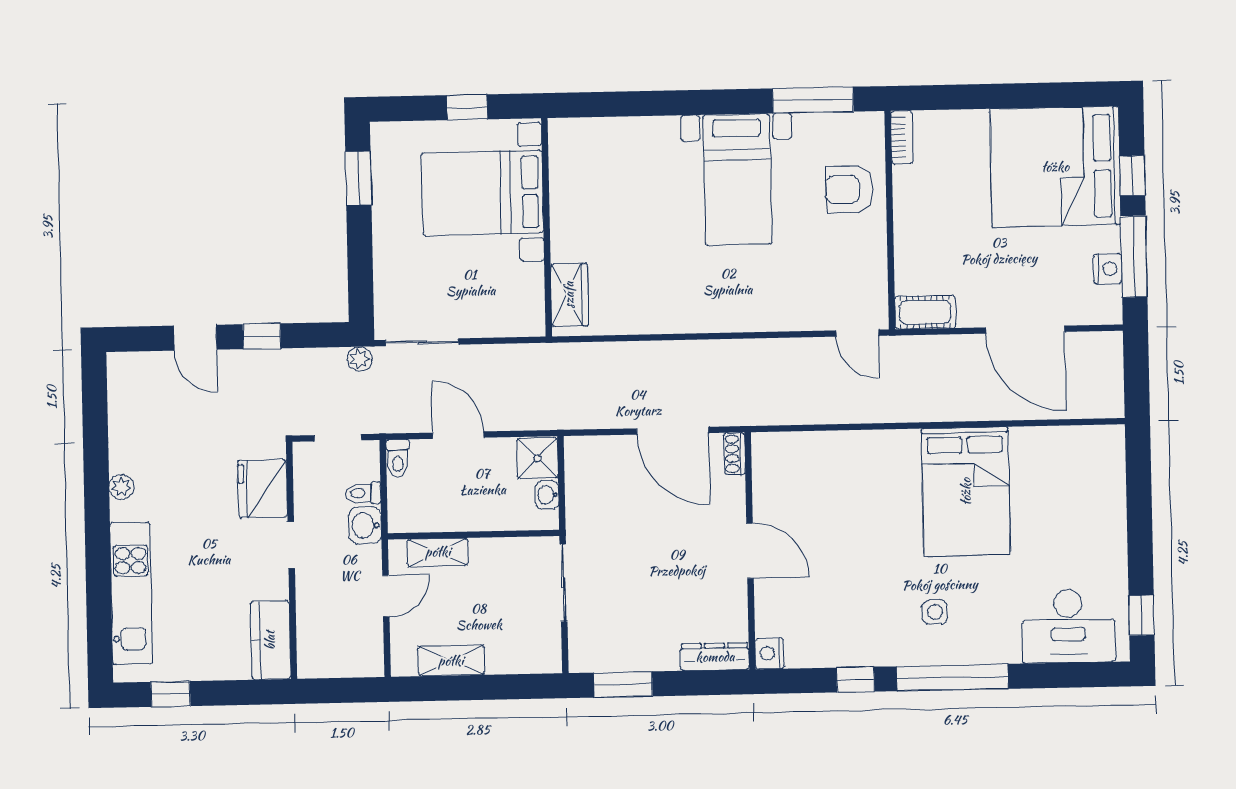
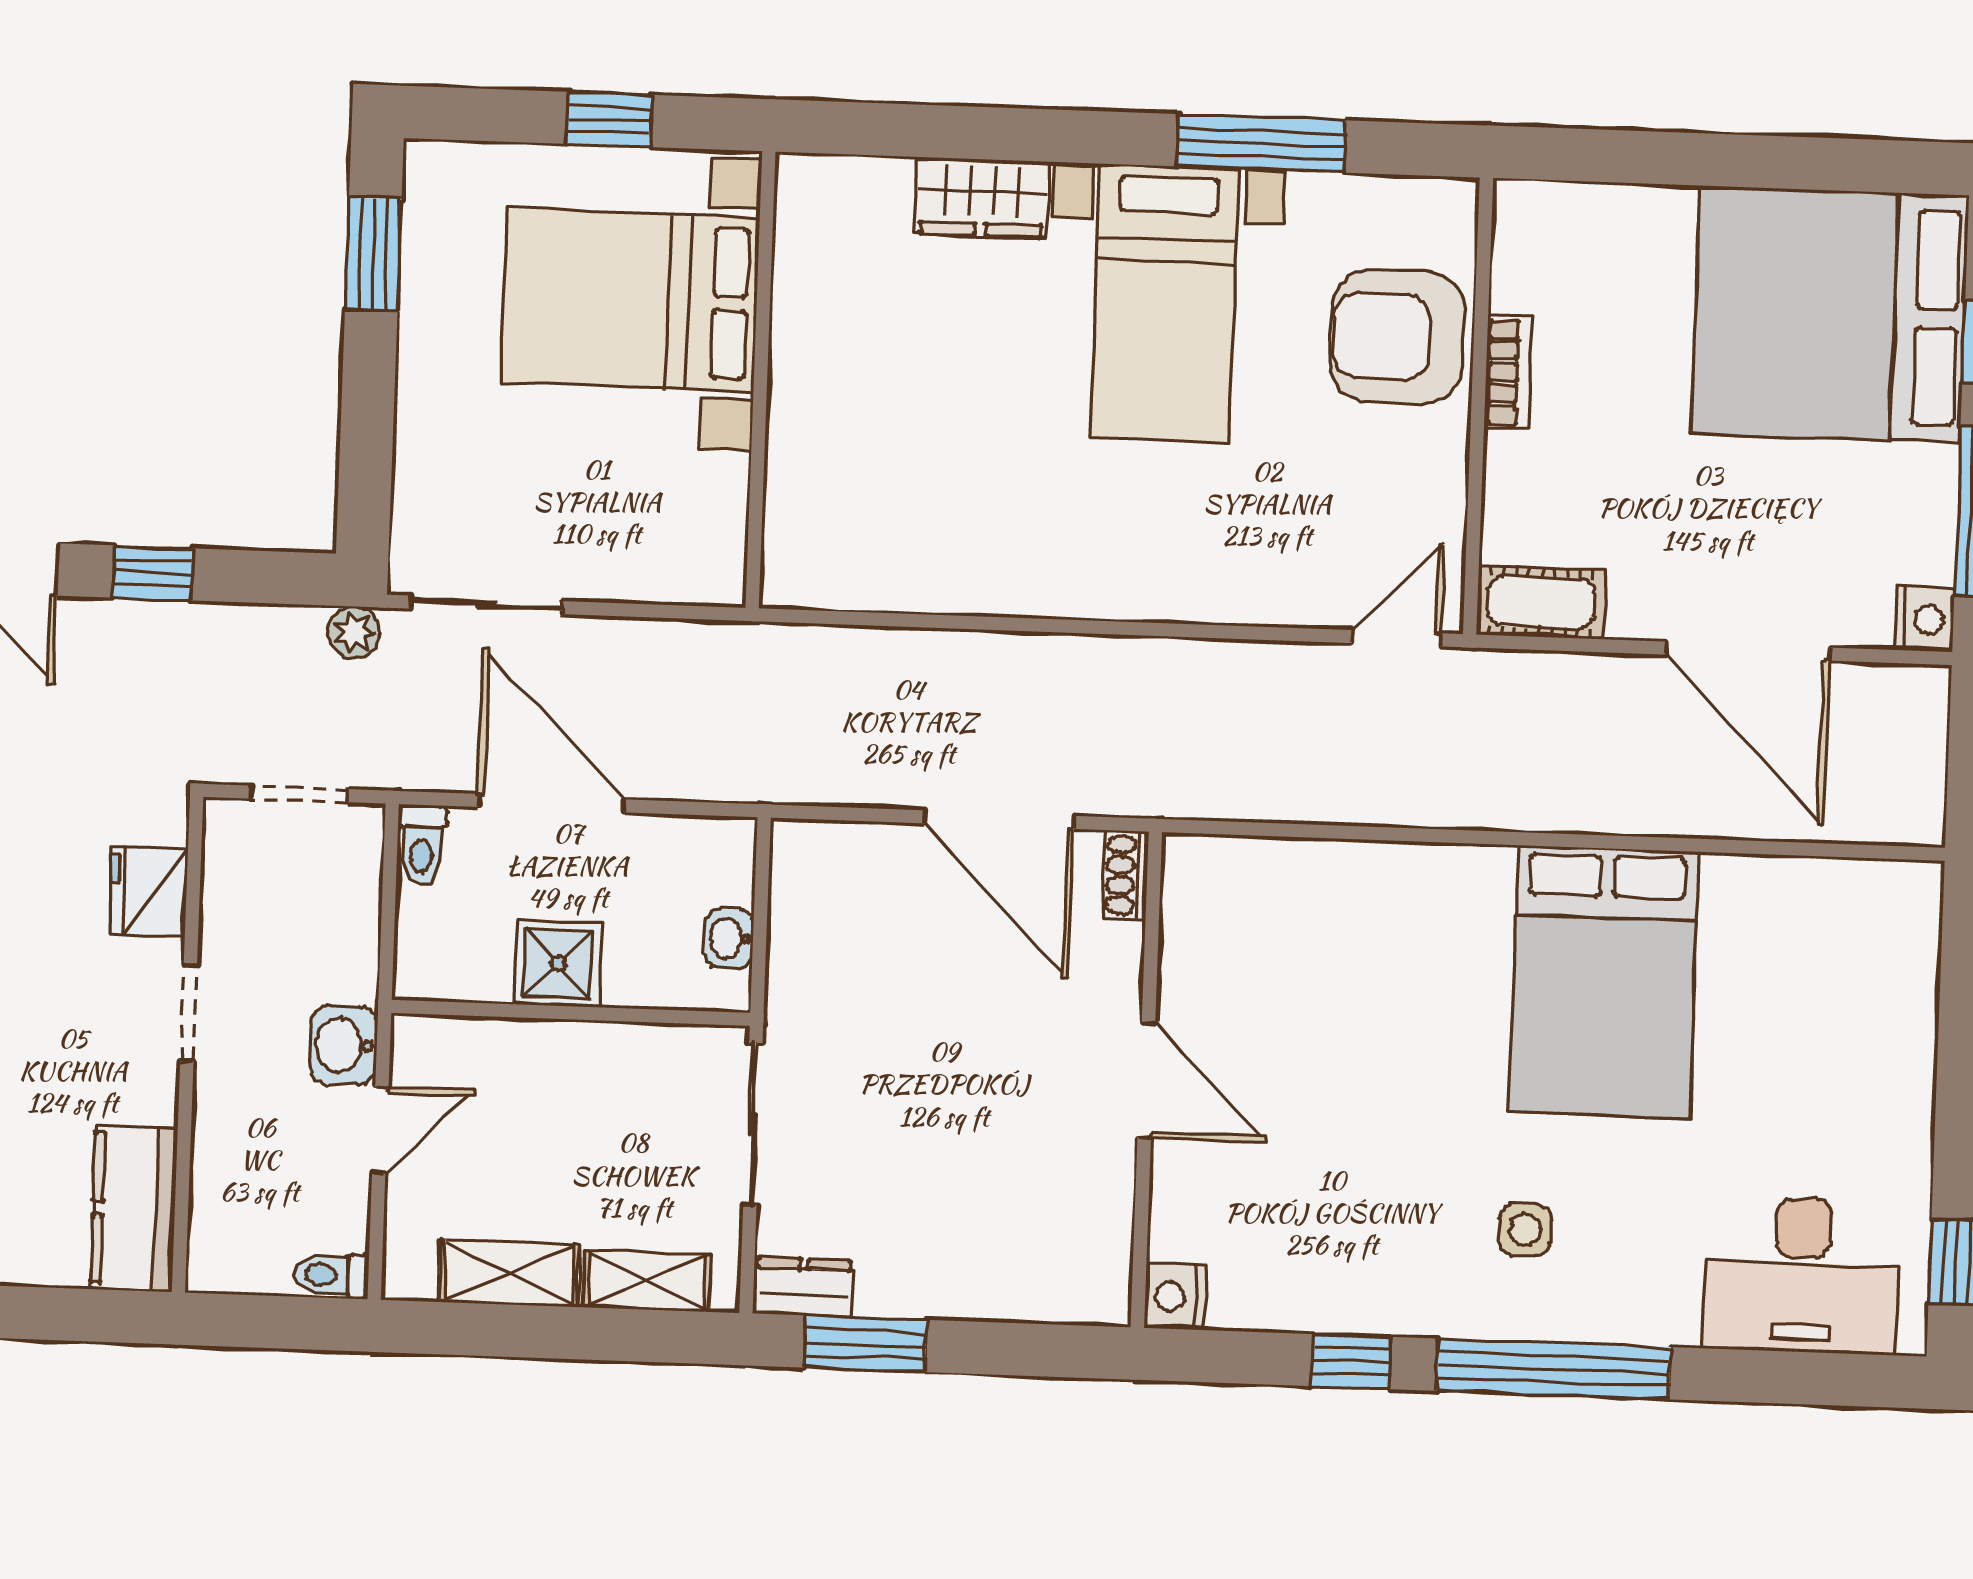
window: (813, 100) -> (1261, 143), moved
bookcase: (902, 137) -> (1508, 372), moved
armchair: (849, 189) -> (1397, 337), width x1.36, depth x1.36
nightstand: (1108, 269) -> (1924, 619), moved
wardrobe: (569, 295) -> (982, 197), moved, turned 90
door: (857, 333) -> (1397, 638), swing flipped
door: (458, 435) -> (551, 803), width x1.36
shower: (537, 458) -> (558, 963), moved
fridge: (262, 489) -> (148, 892), width x0.73, depth x0.75
toilet: (363, 493) -> (331, 1275), moved
washbasin: (365, 525) -> (343, 1045), moved
shelving: (438, 552) -> (647, 1281), moved
dresser: (715, 657) -> (804, 1287), moved, width x0.70

